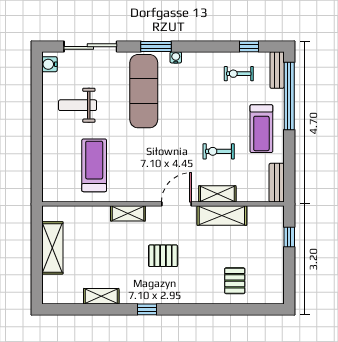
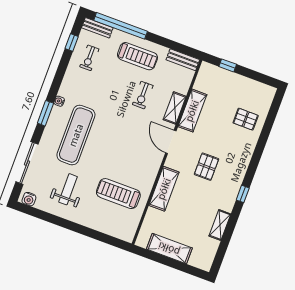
exercise mat: (144, 91) -> (76, 135), turned 90
weight bench: (78, 105) -> (68, 189), turned 180
shelving: (128, 213) -> (164, 189), width x1.50, depth x1.33

